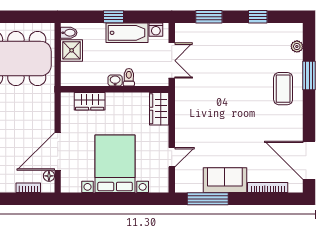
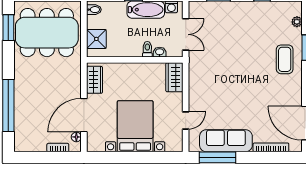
shower: (72, 50) -> (96, 39), moved
washbasin: (115, 80) -> (160, 52), moved
wardrobe: (90, 101) -> (95, 80), moved, turned -90
sofa: (225, 180) -> (226, 141), width x1.36

